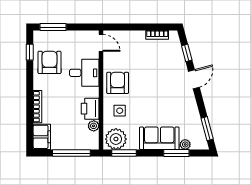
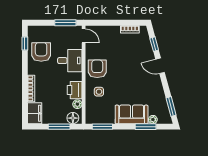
window: (53, 27) -> (65, 23), moved
door: (194, 79) -> (160, 66), swing flipped
plant: (116, 139) -> (96, 115), removed
floor lamp: (88, 143) -> (73, 118), added
window: (71, 153) -> (59, 127), width x0.69

